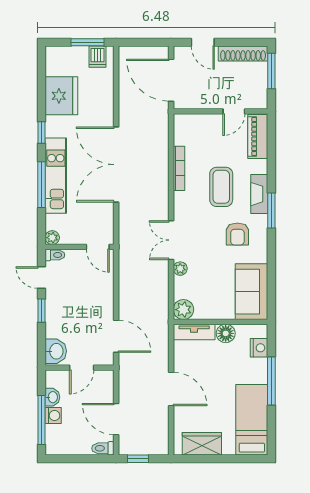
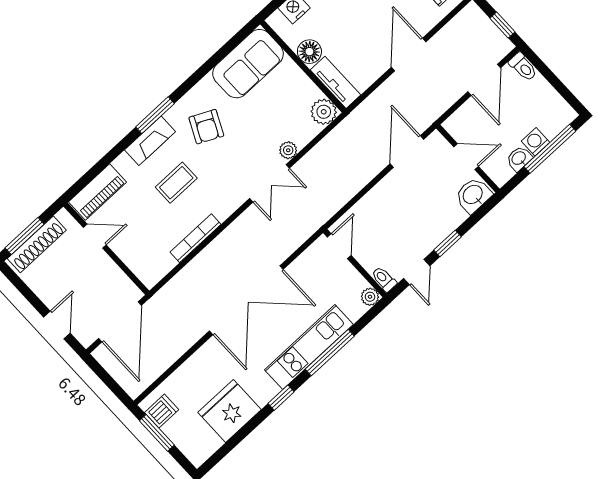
shoe rack: (243, 54) -> (37, 244), moved, turned 90
coffee table: (221, 187) -> (176, 183), width x0.73, depth x0.77
armchair: (237, 234) -> (206, 127), turned 116

